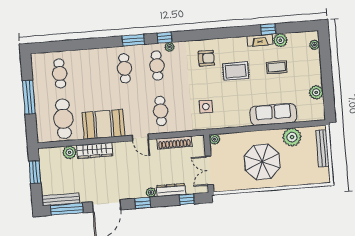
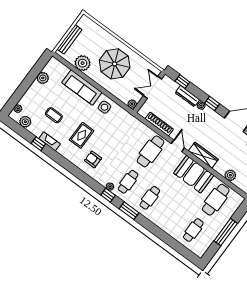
plant: (280, 40) -> (25, 122), moved
rug: (236, 71) -> (82, 135), turned 90
side table: (206, 107) -> (104, 107), moved
cafe table: (161, 111) -> (151, 151), width x1.37, depth x1.35
wardrobe: (95, 150) -> (203, 155), moved
double door: (209, 171) -> (153, 87), swing flipped

